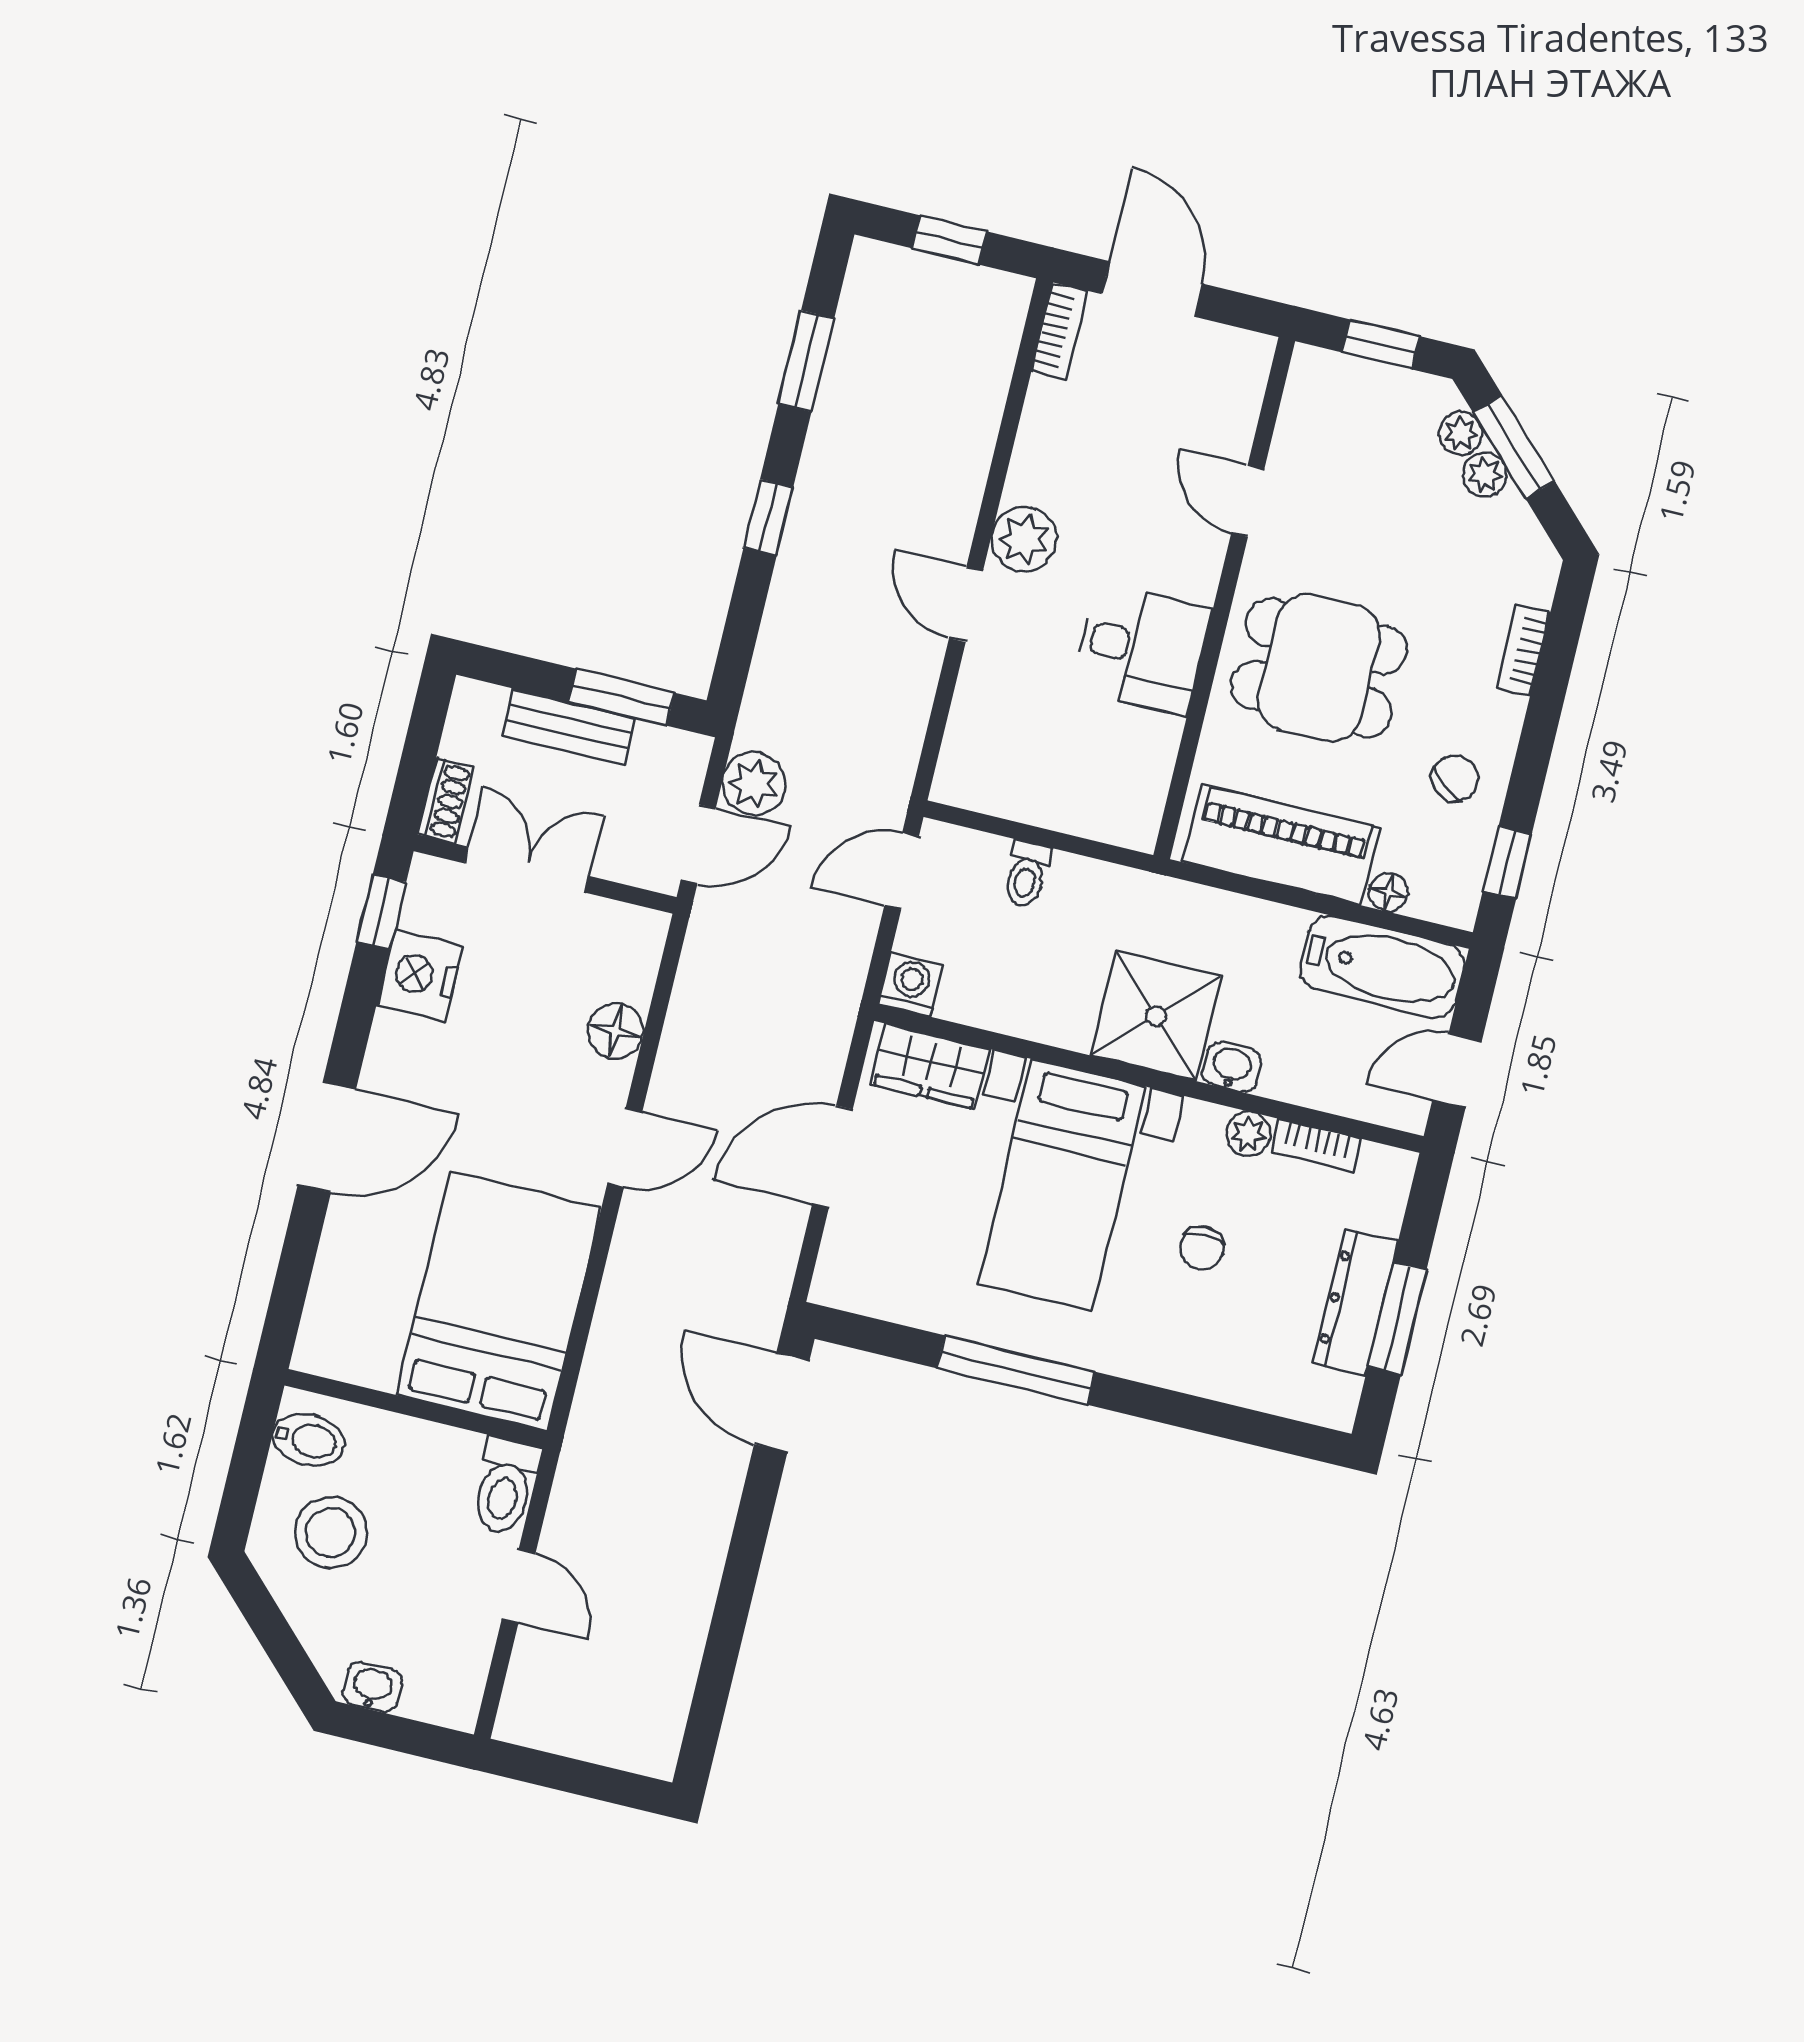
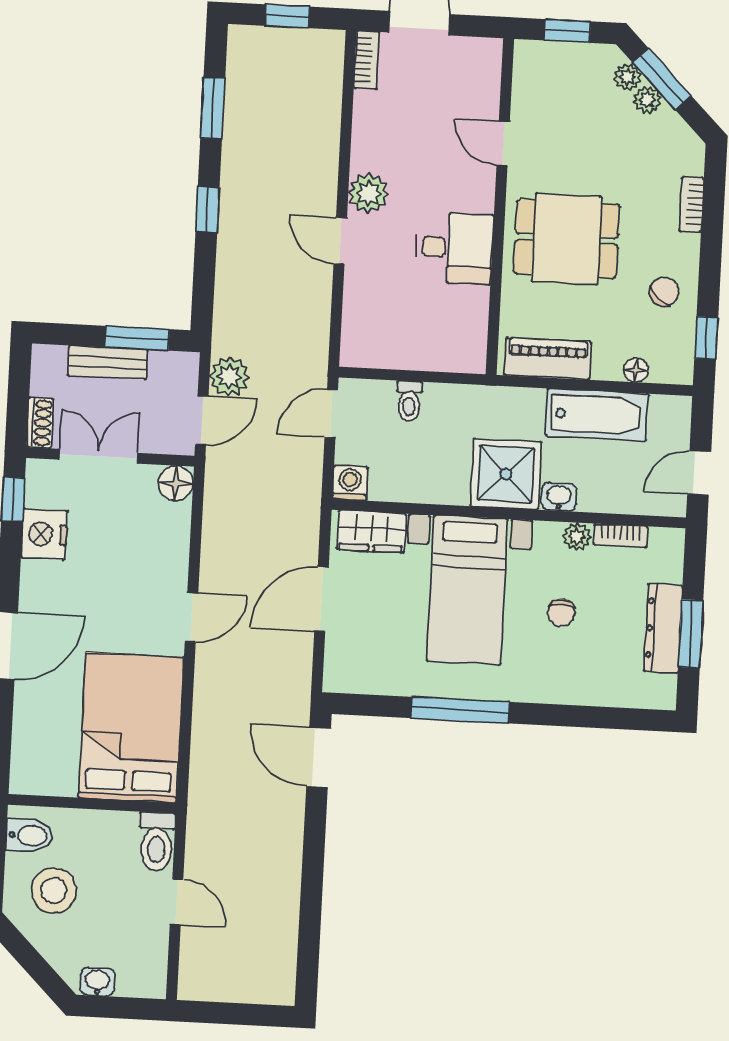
piano: (1281, 845) -> (548, 359), width x0.73, depth x0.75
bathtub: (1382, 967) -> (597, 415), moved
floor lamp: (616, 1031) -> (176, 483), moved

